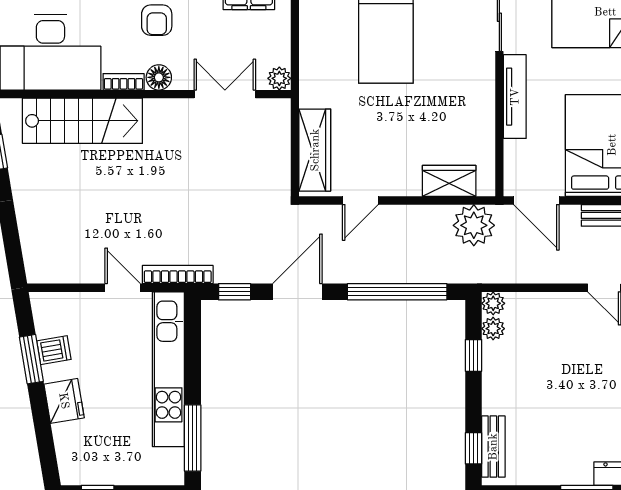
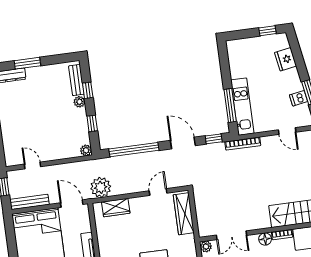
door: (123, 288) -> (287, 131), moved
door: (297, 292) -> (183, 143), swing flipped
plant: (493, 329) -> (79, 102), moved
kitchen unit: (168, 369) -> (242, 107), width x0.73
fridge: (64, 401) -> (286, 59), moved
window: (193, 438) -> (230, 105), moved
window: (473, 448) -> (88, 90), moved

